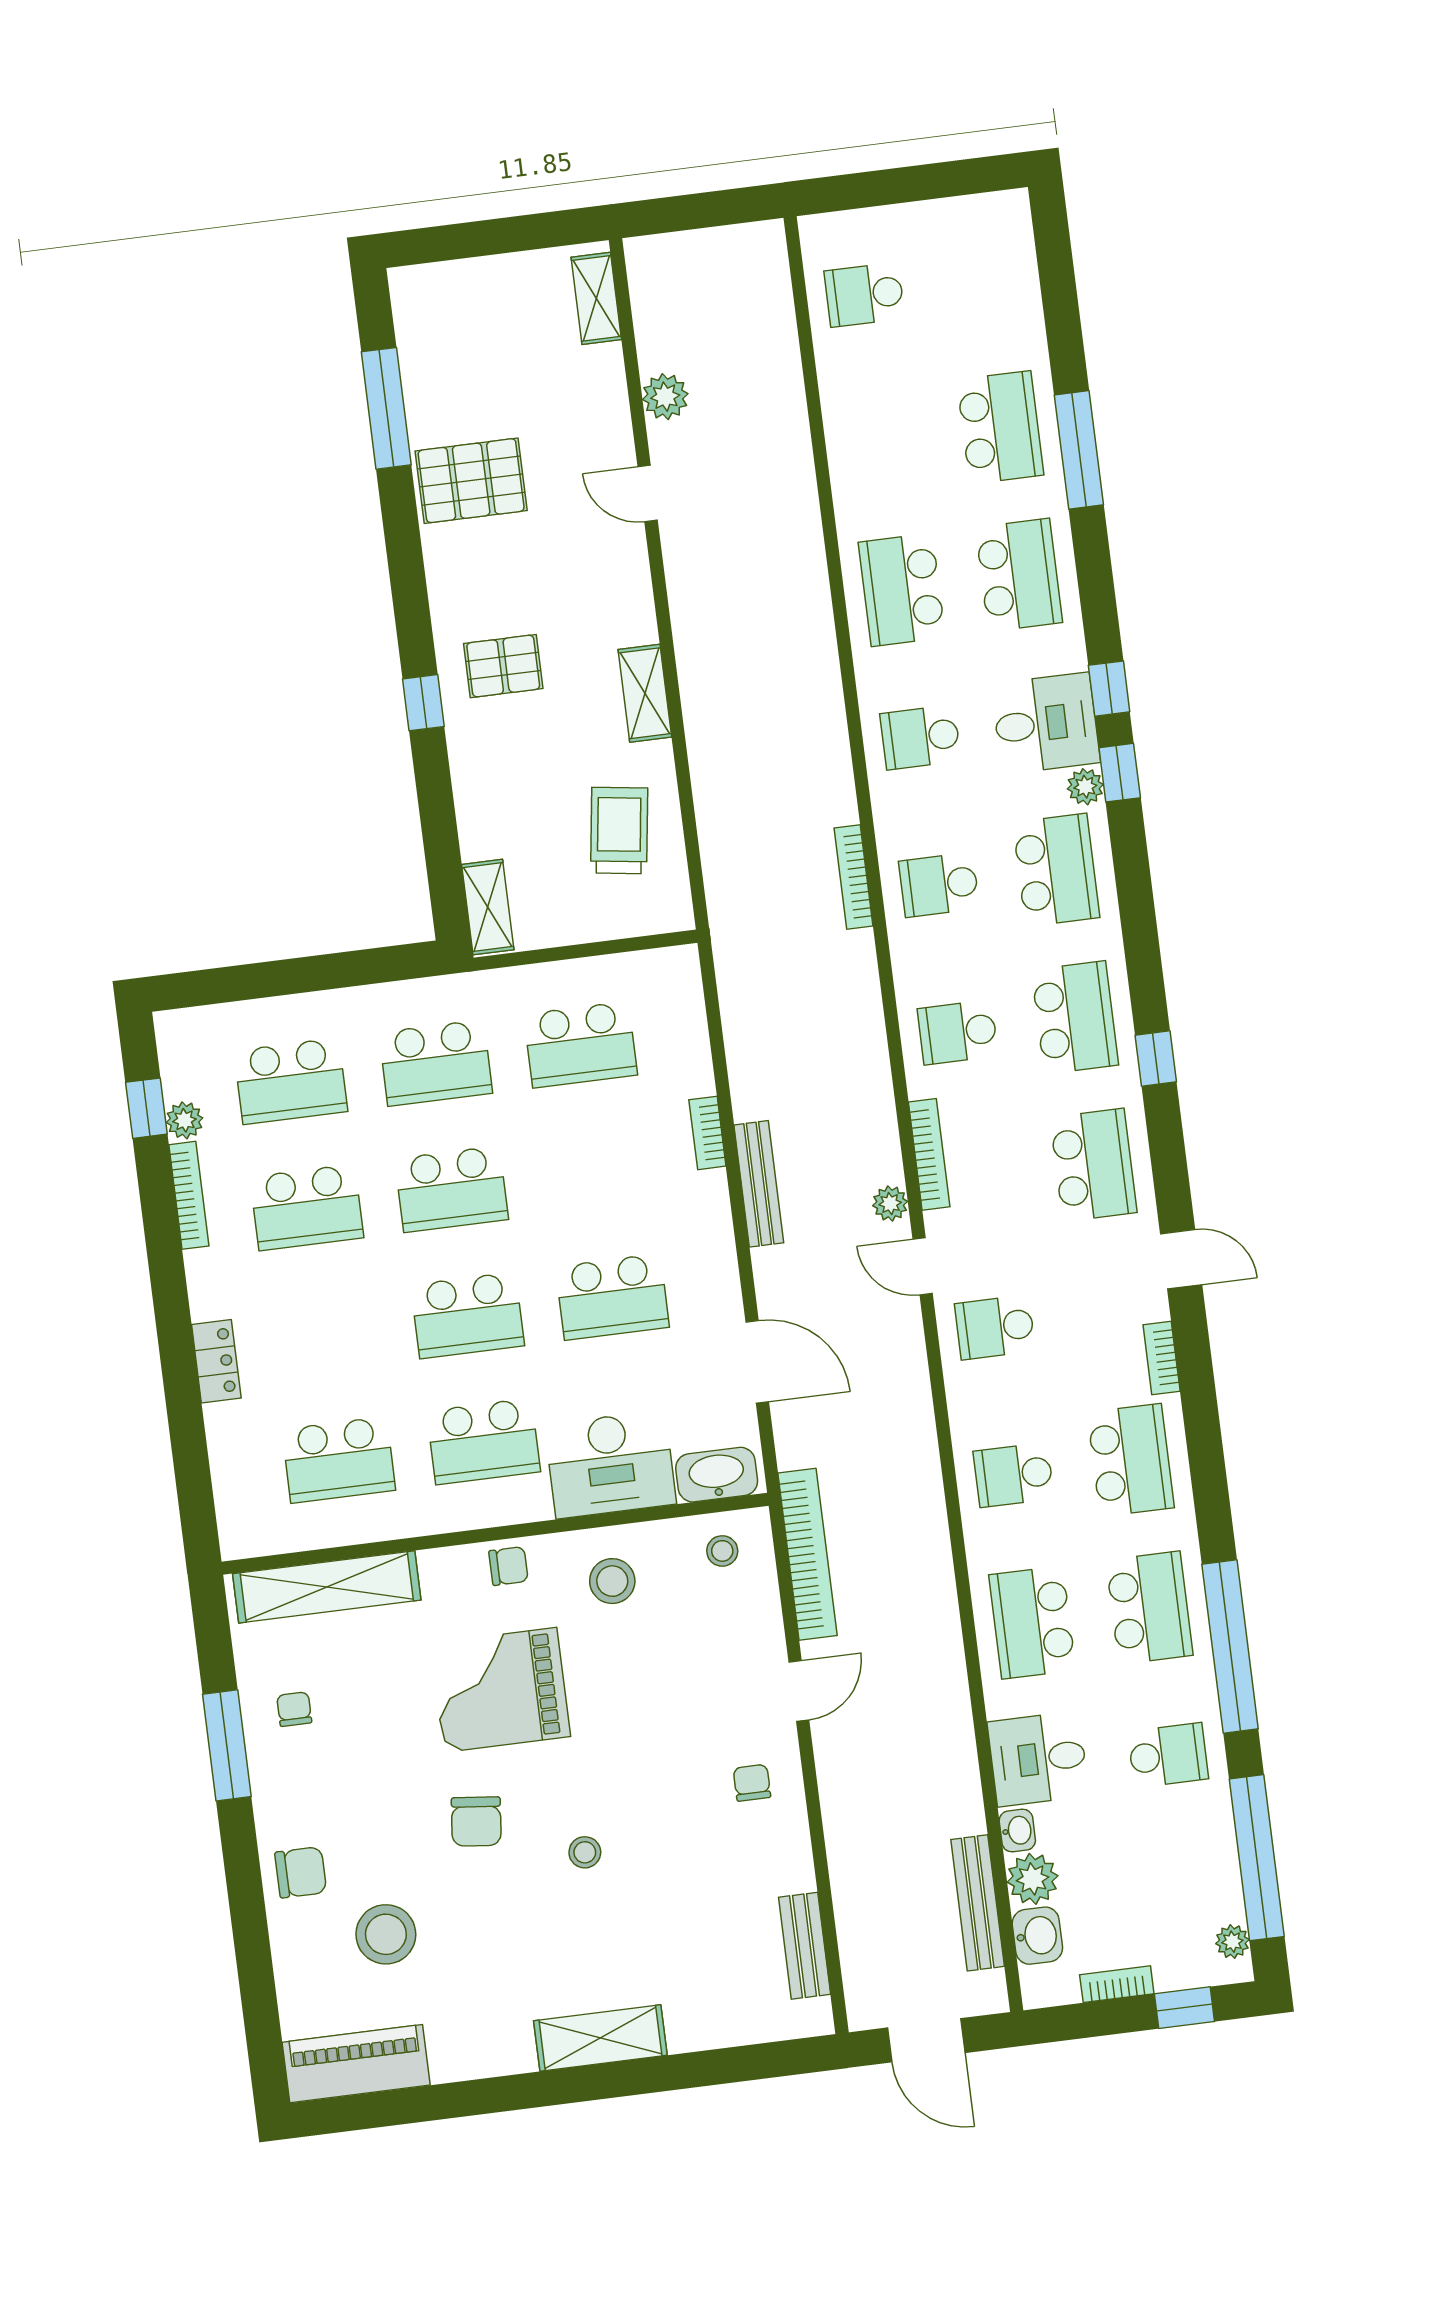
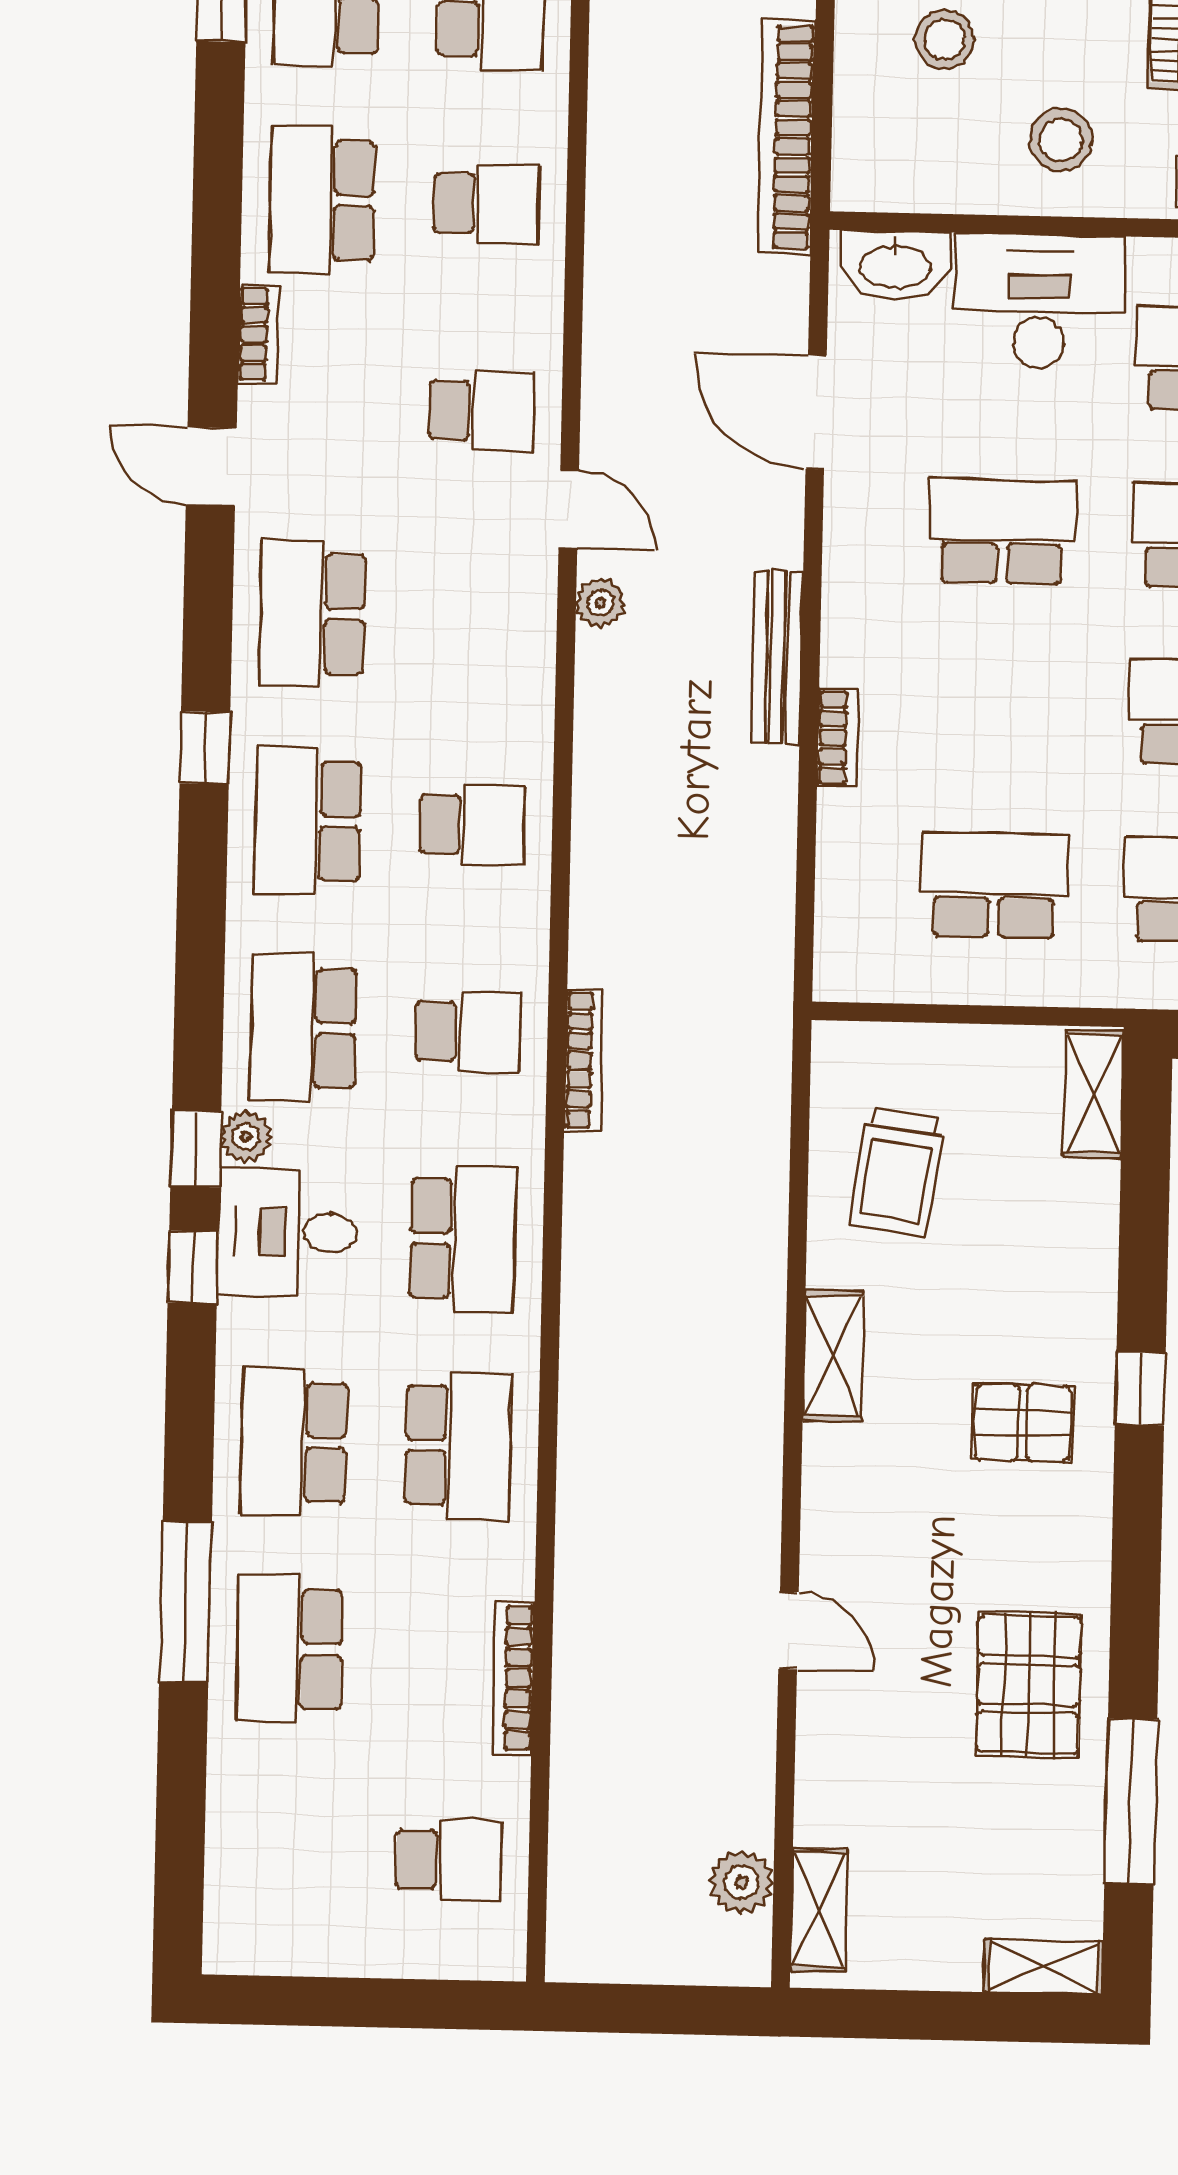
shelving: (431, 282) -> (1043, 1967), added
plant: (665, 397) -> (741, 1882), moved
pallet: (471, 481) -> (1029, 1684), turned 90
school desk: (920, 737) -> (463, 1239), width x1.85
bookcase: (929, 1154) -> (514, 1678), moved
stool: (722, 1551) -> (945, 39), moved, width x1.37, depth x1.37

